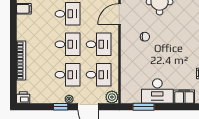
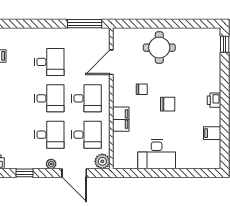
chair: (167, 49) -> (168, 104), added
filing cabinet: (184, 97) -> (121, 119), moved, turned 90
window: (61, 107) -> (24, 173), moved
window: (144, 107) -> (140, 173), removed

